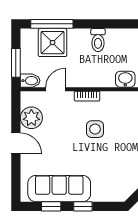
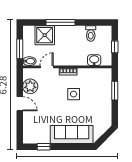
window: (52, 24) -> (61, 22), moved
toilet: (98, 40) -> (91, 33), moved
sofa: (59, 189) -> (72, 135), moved
window: (83, 206) -> (65, 147), removed

